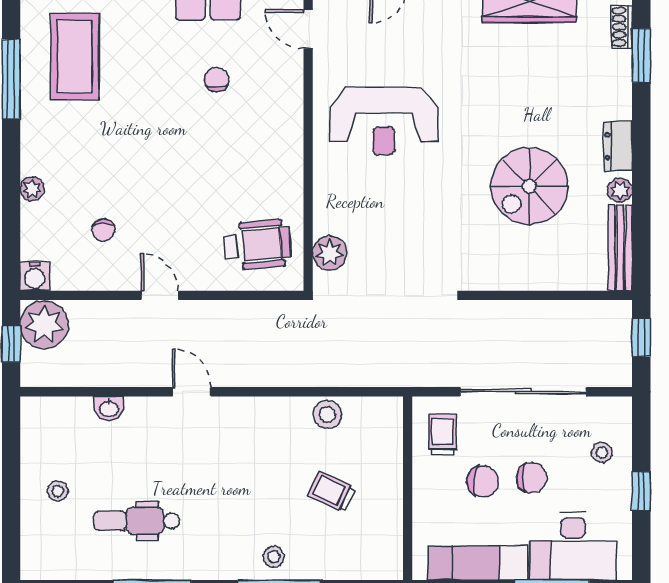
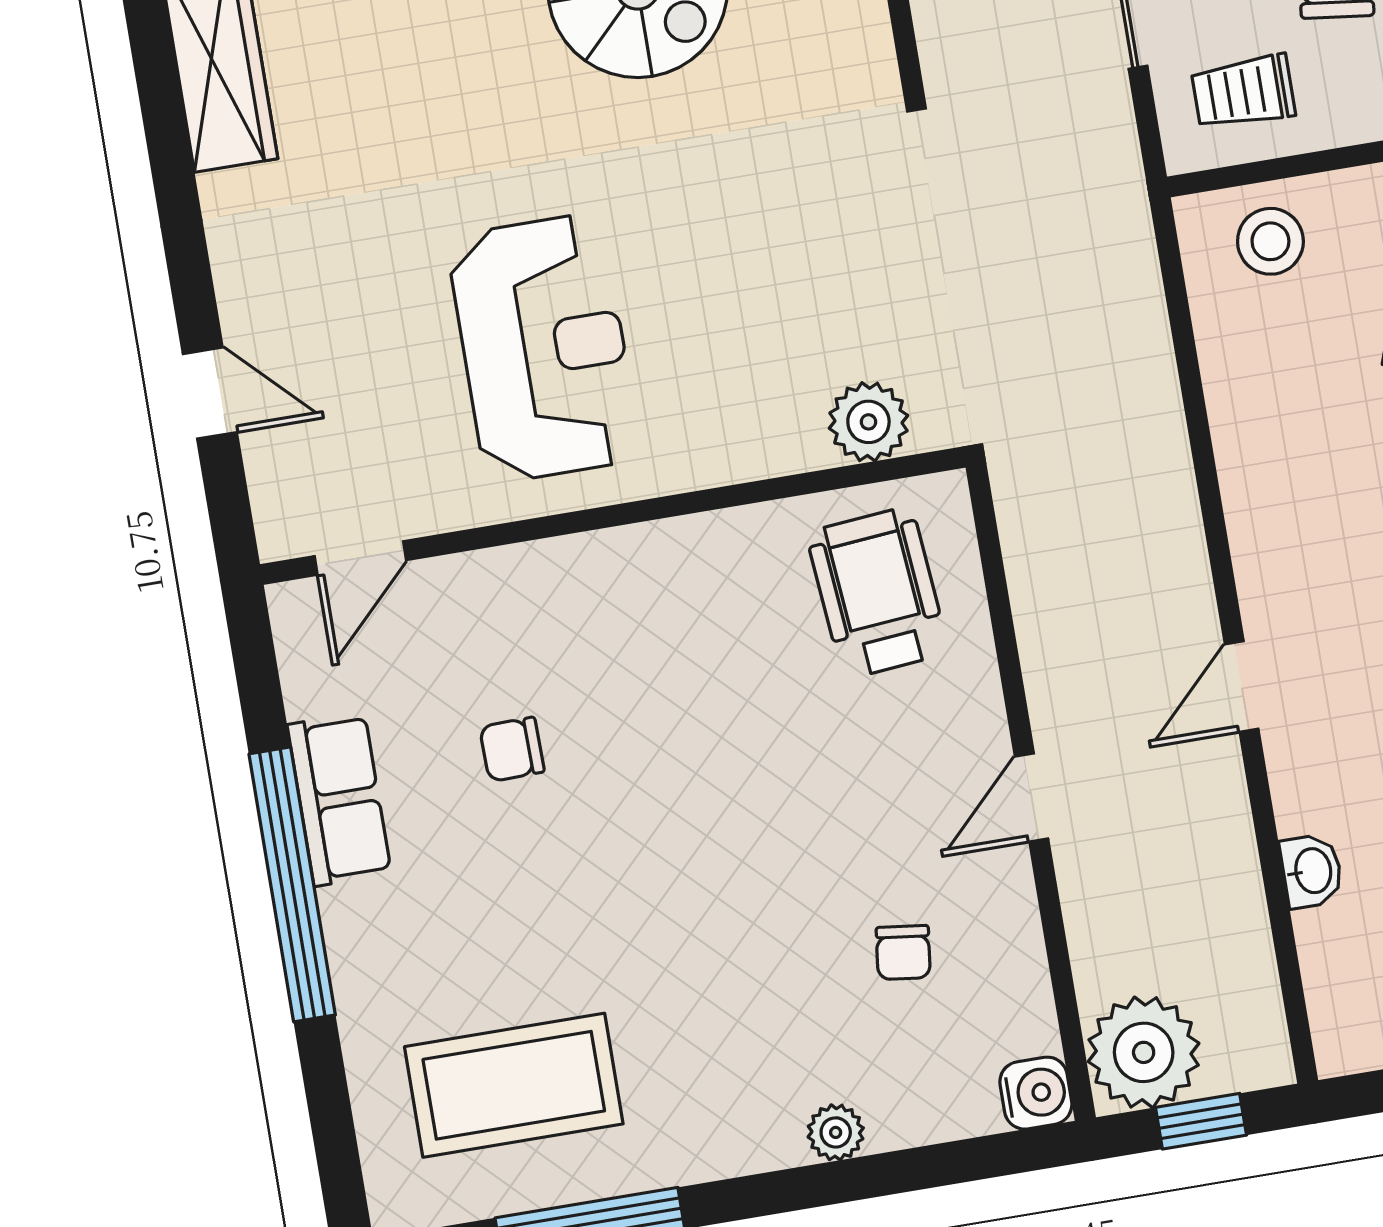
chair: (103, 230) -> (903, 953), turned 97
stool: (327, 414) -> (1270, 241), moved

